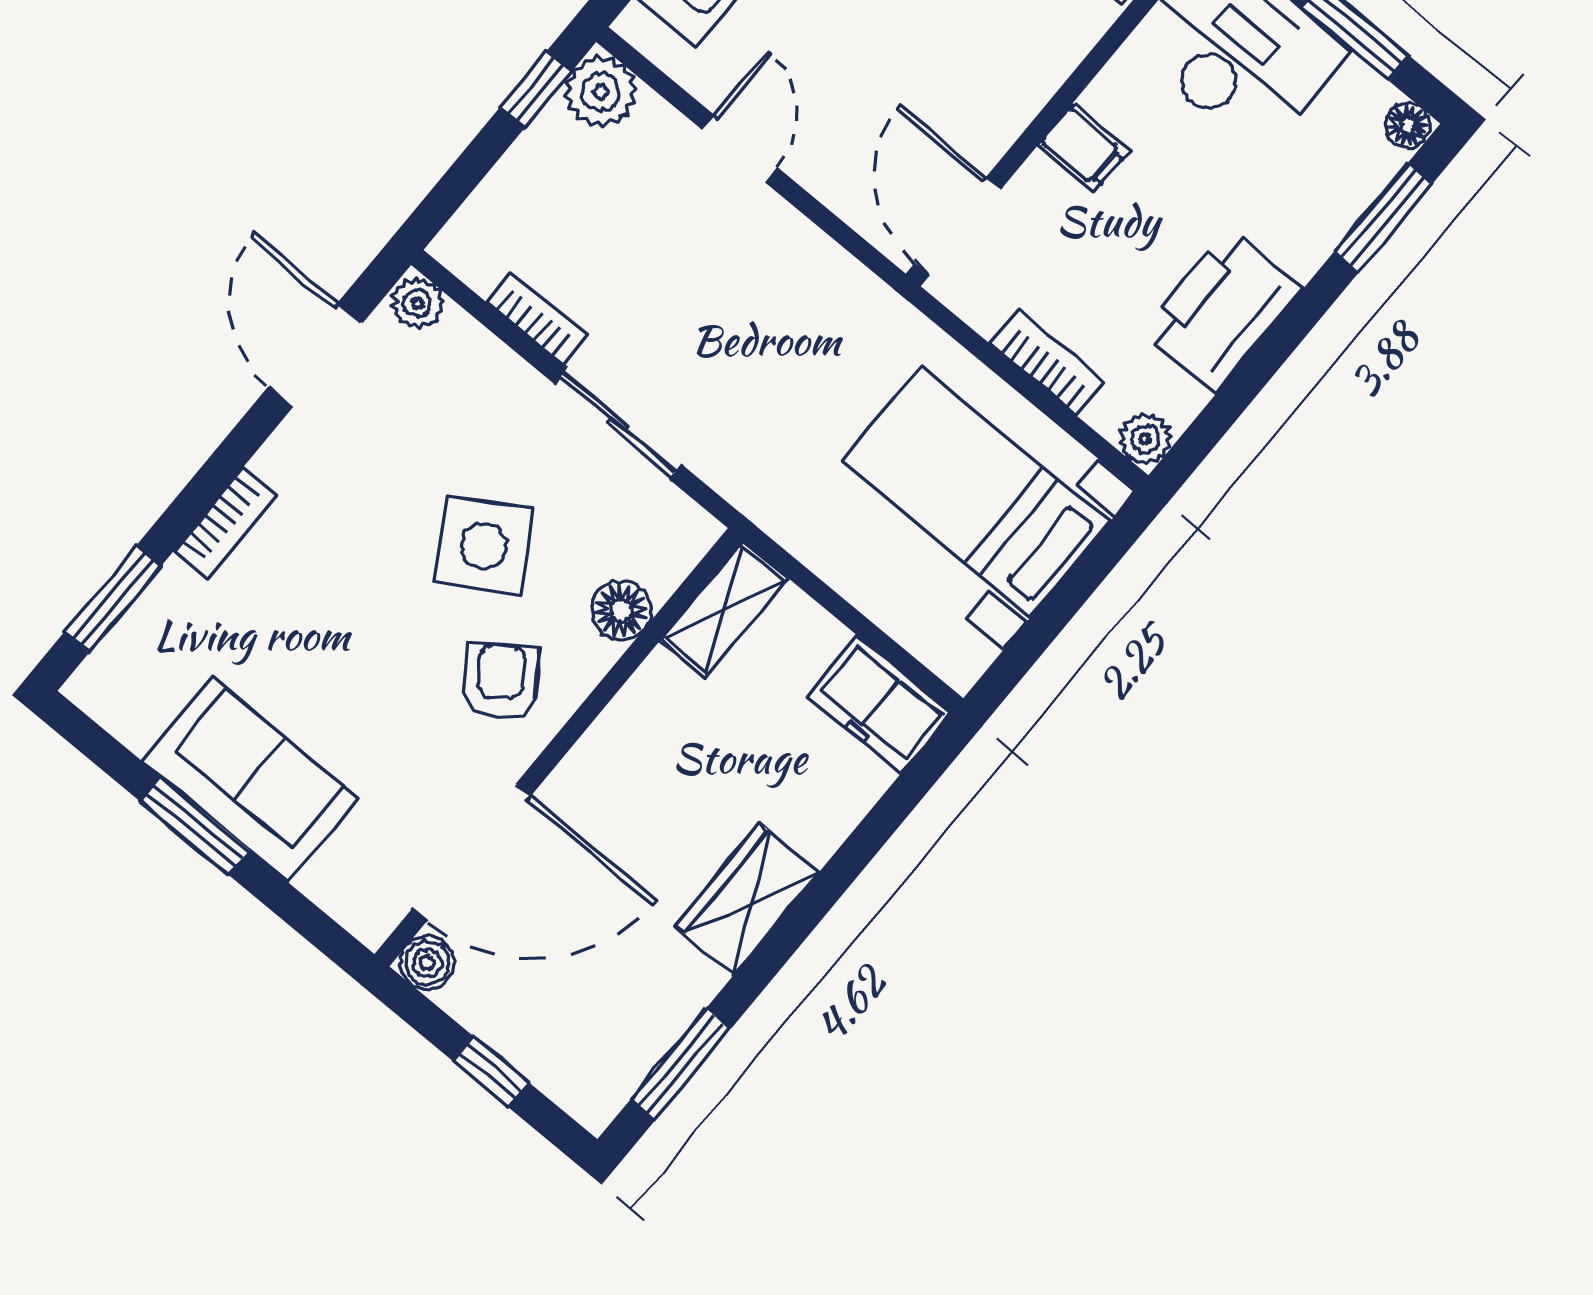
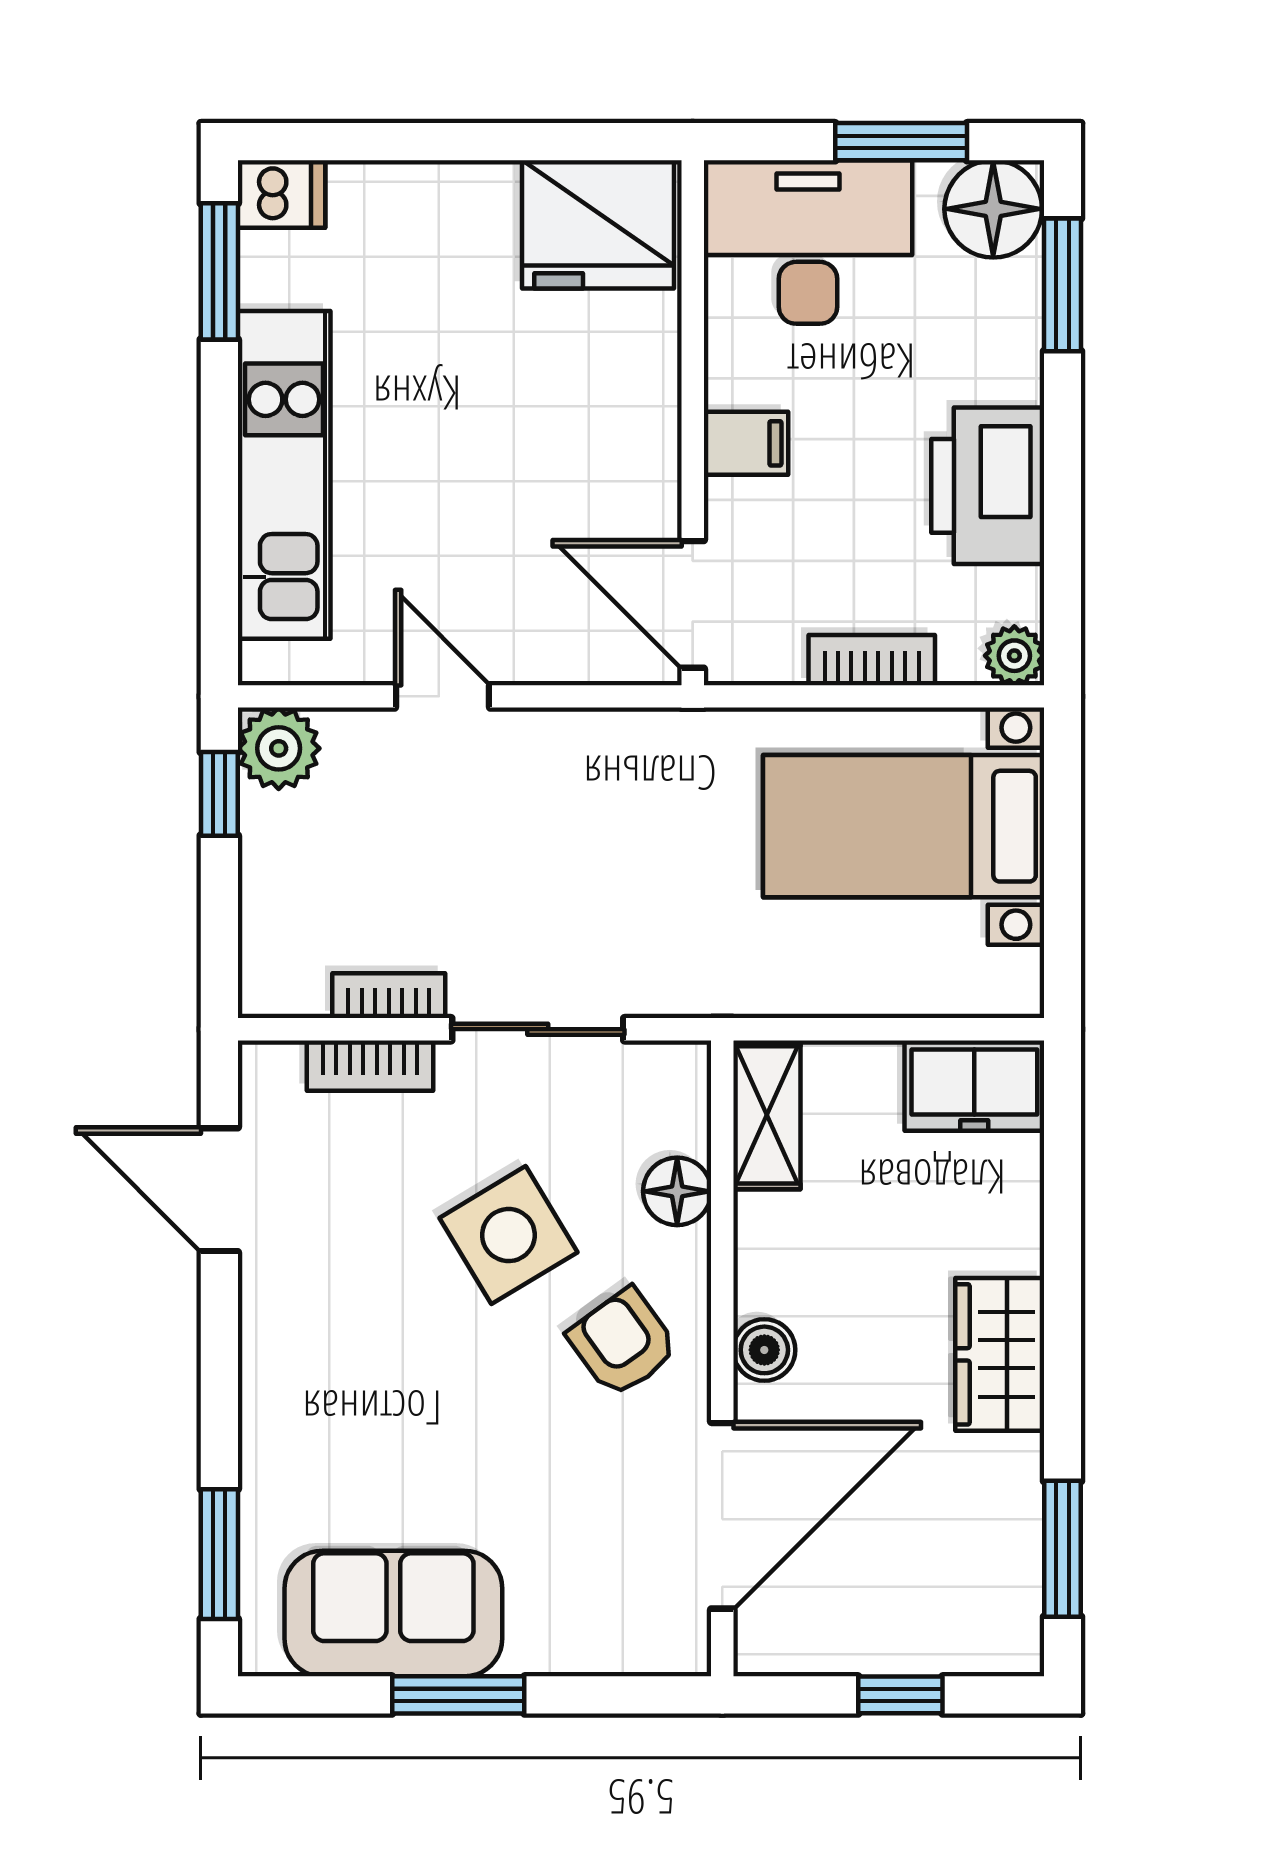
floor lamp: (1407, 125) -> (993, 209), width x1.89, depth x1.89
plant: (417, 303) -> (272, 1070), removed
bookcase: (225, 523) -> (370, 1066), moved, turned 90
sofa: (250, 780) -> (393, 1614), moved
boiler: (427, 963) -> (764, 1350), moved

